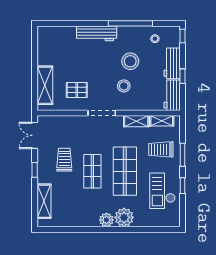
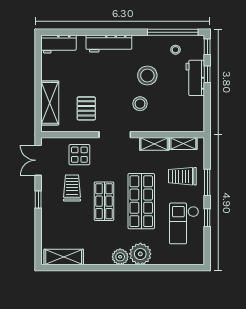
window: (130, 23) -> (173, 32), moved
window: (183, 76) -> (207, 74), moved
pallet: (77, 90) -> (86, 108), turned 90
workbench: (172, 95) -> (58, 44), moved, turned -90
display table: (71, 130) -> (79, 155), added
shelving: (44, 201) -> (64, 257), moved, turned 90

